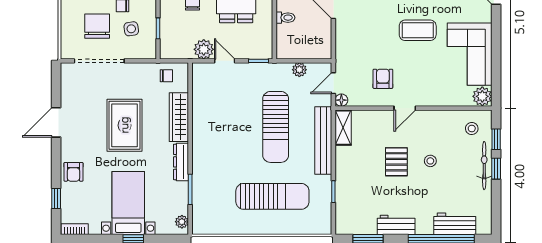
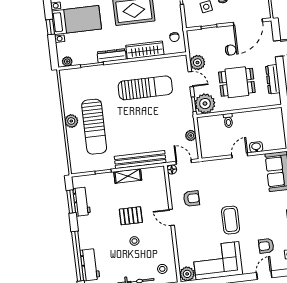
plant: (259, 46) -> (205, 104), added
door: (225, 61) -> (191, 79), hinge flipped
sun lounger: (276, 127) -> (145, 88), moved, turned 180
shelving: (343, 128) -> (128, 176), moved
workbench: (396, 225) -> (82, 202), moved
plant: (261, 226) -> (71, 121), added

